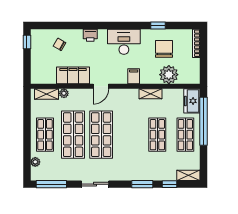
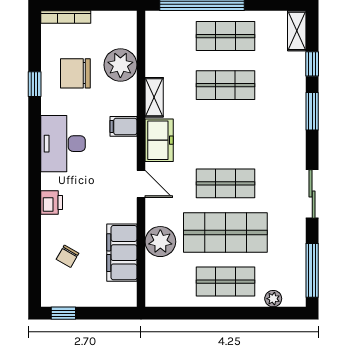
filing cabinet: (73, 75) -> (122, 253), moved
plant: (64, 93) -> (160, 242), width x1.88, depth x1.88
shelving: (47, 94) -> (154, 279), removed
freezer: (192, 101) -> (159, 140), moved, turned -90
shop shelf: (101, 135) -> (225, 183), width x0.70, depth x0.74

